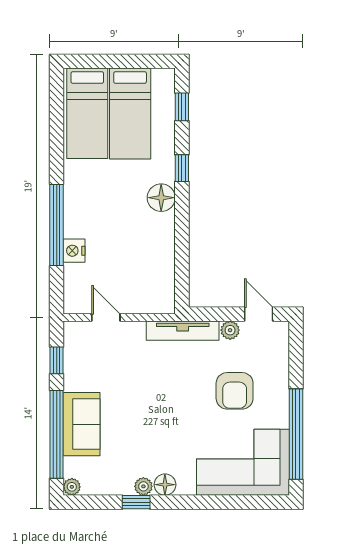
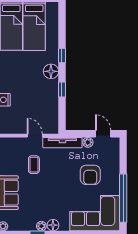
window: (182, 107) -> (62, 90), moved
door: (106, 317) -> (35, 136), moved
coffee table: (129, 372) -> (34, 165), added

